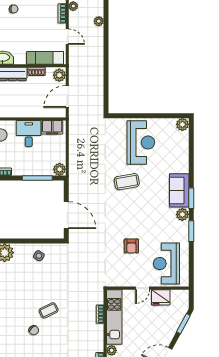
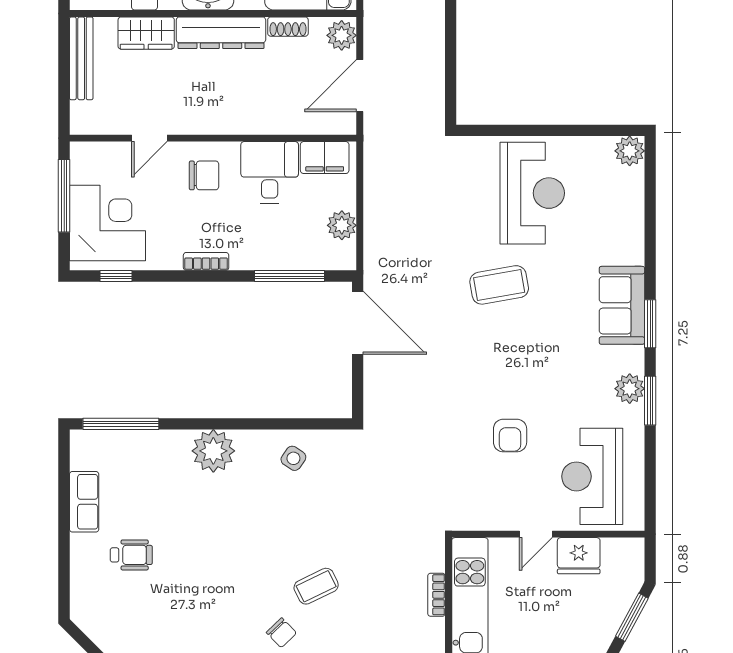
plant: (60, 169) -> (342, 225), moved
plant: (182, 214) -> (630, 389), moved
door: (66, 215) -> (358, 323), moved

